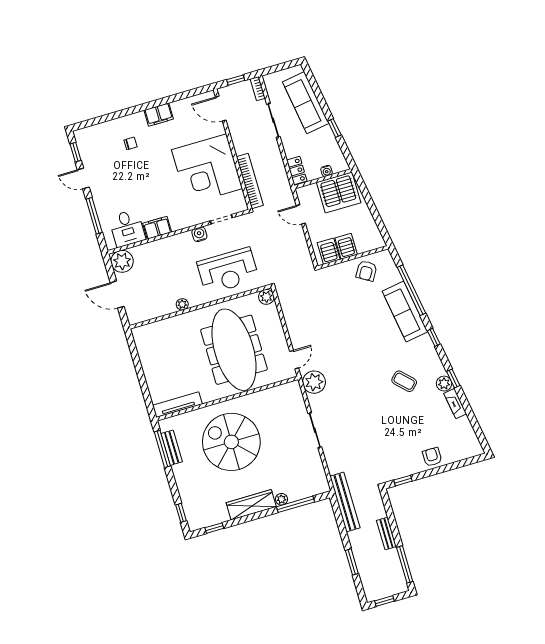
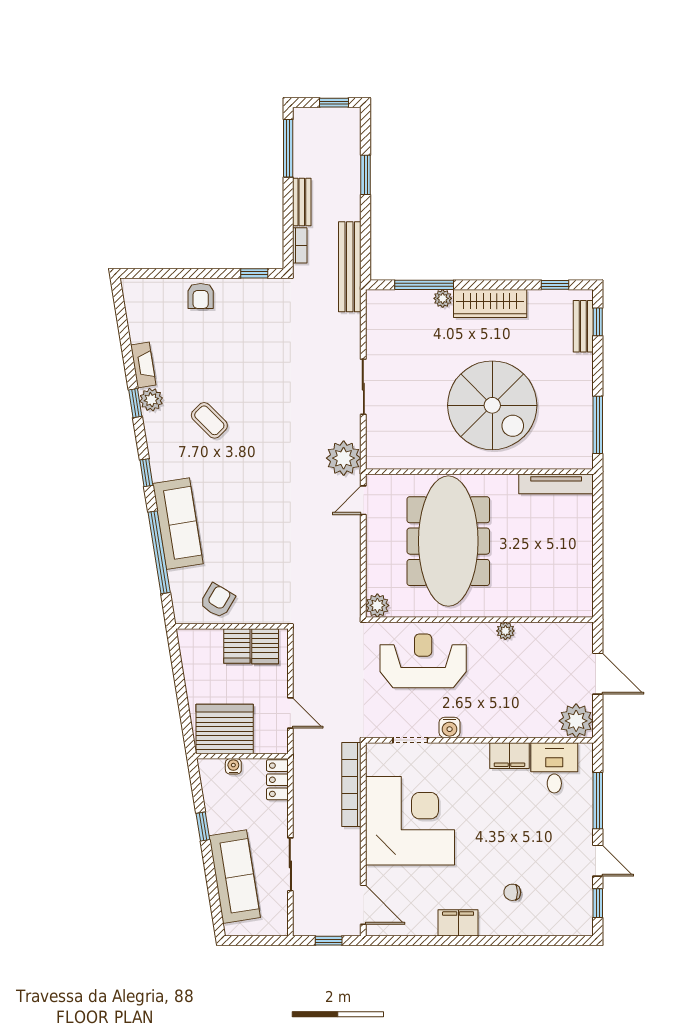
bookcase: (258, 89) -> (300, 245), moved
bench: (172, 448) -> (583, 326), moved

